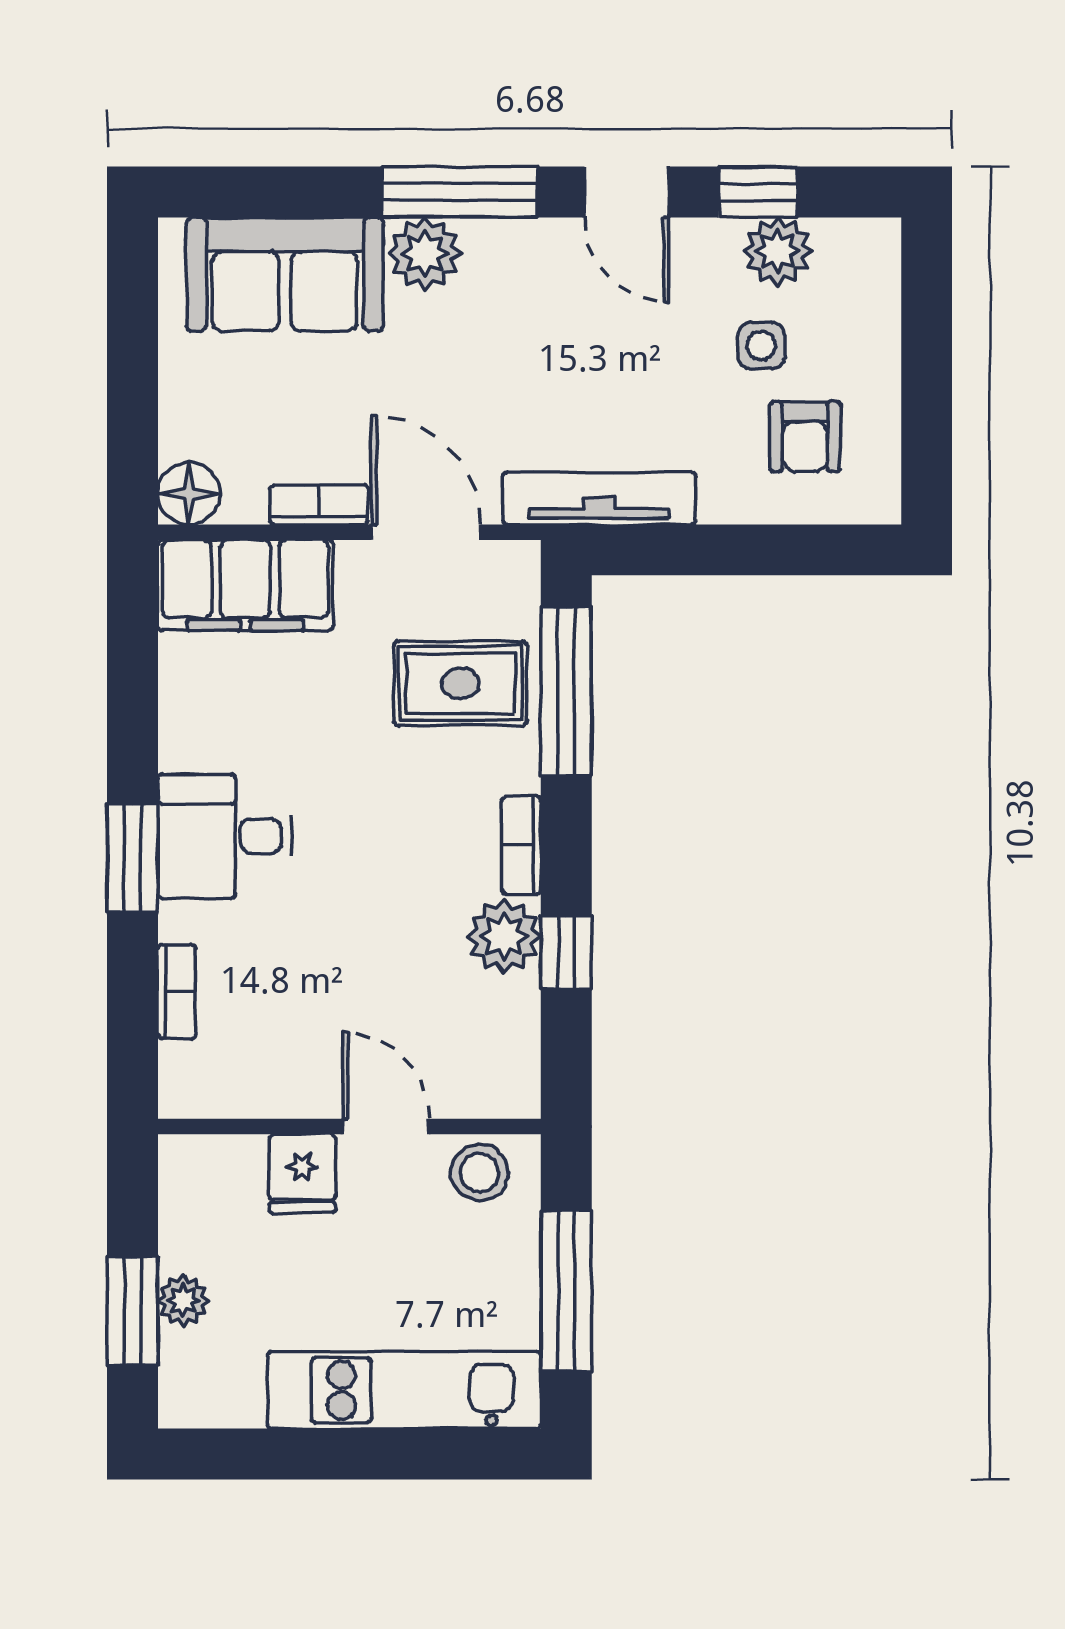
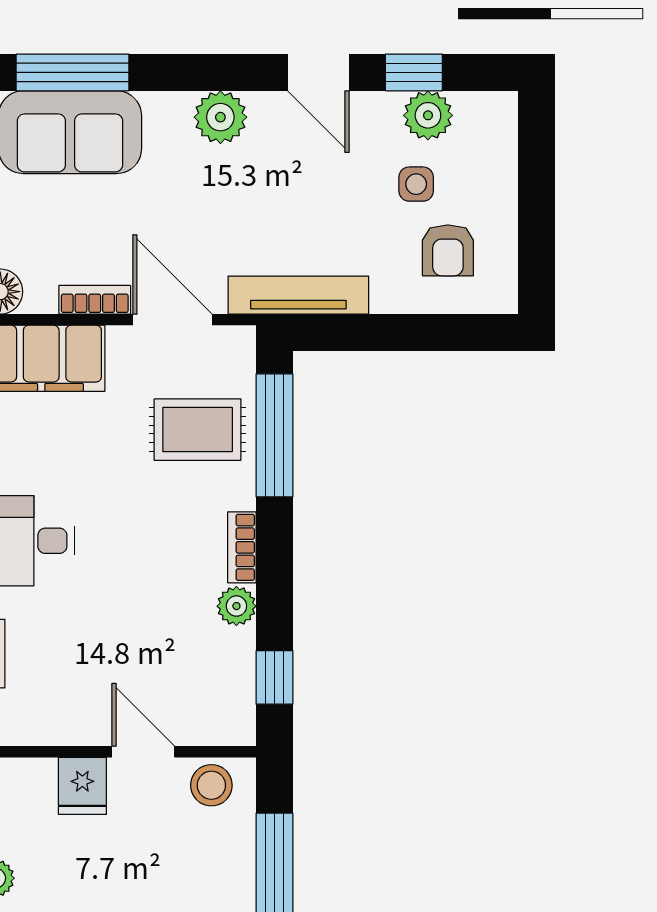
window: (460, 192) -> (73, 72), moved
plant: (425, 254) -> (220, 117), moved
plant: (504, 936) -> (236, 606), width x0.73, depth x0.73
window: (566, 953) -> (274, 677), moved

